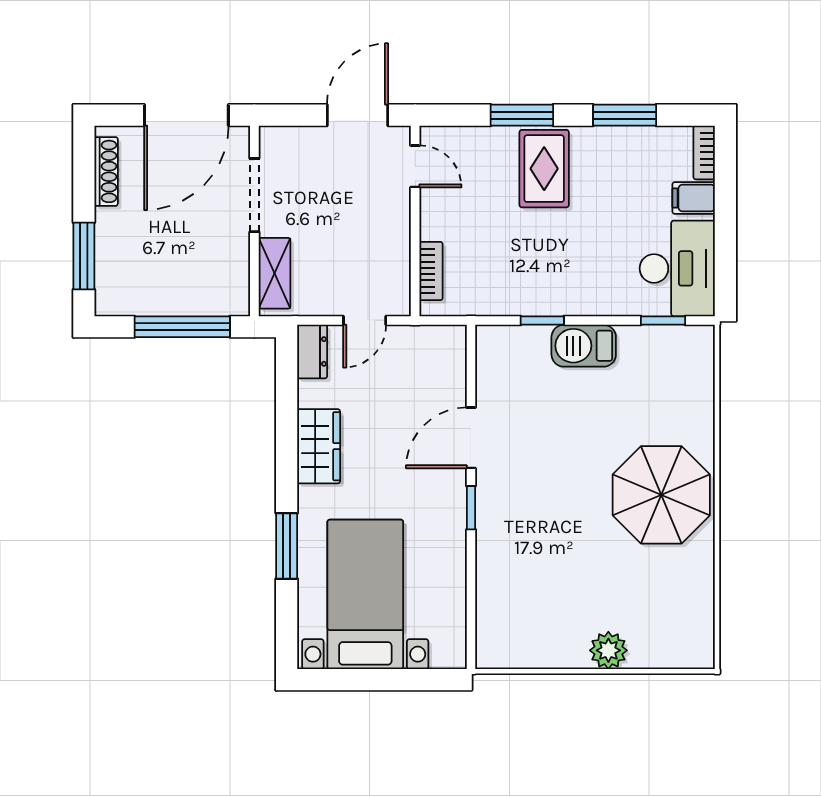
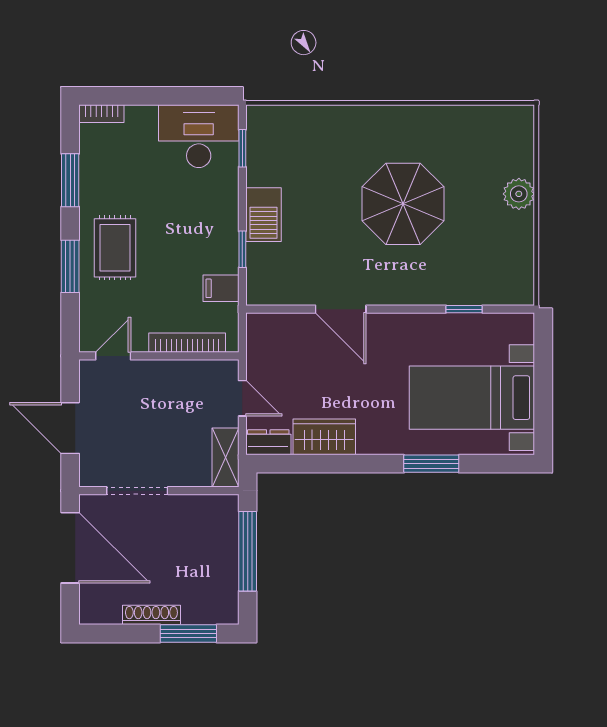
door: (357, 115) -> (70, 428), moved
rug: (544, 169) -> (115, 248), turned 90
shoe rack: (106, 171) -> (151, 615), moved
filing cabinet: (694, 198) -> (221, 288), moved, turned 90
bookcase: (431, 271) -> (187, 343), width x1.56
shelving: (275, 273) -> (225, 457), moved, turned 90
wardrobe: (319, 446) -> (324, 437), moved
parasol: (661, 495) -> (403, 204), moved
window: (471, 508) -> (464, 309), moved

